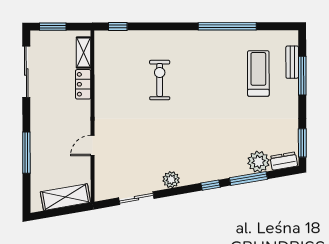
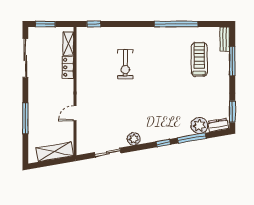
bench: (292, 62) -> (225, 39), moved
exercise bike: (160, 80) -> (125, 64), turned 180

